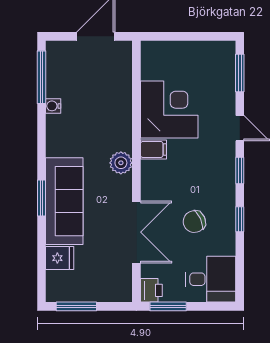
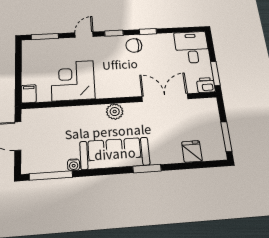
filing cabinet: (154, 149) -> (29, 94), moved
sofa: (64, 201) -> (115, 153), moved
chair: (194, 222) -> (134, 45), moved, turned 114

